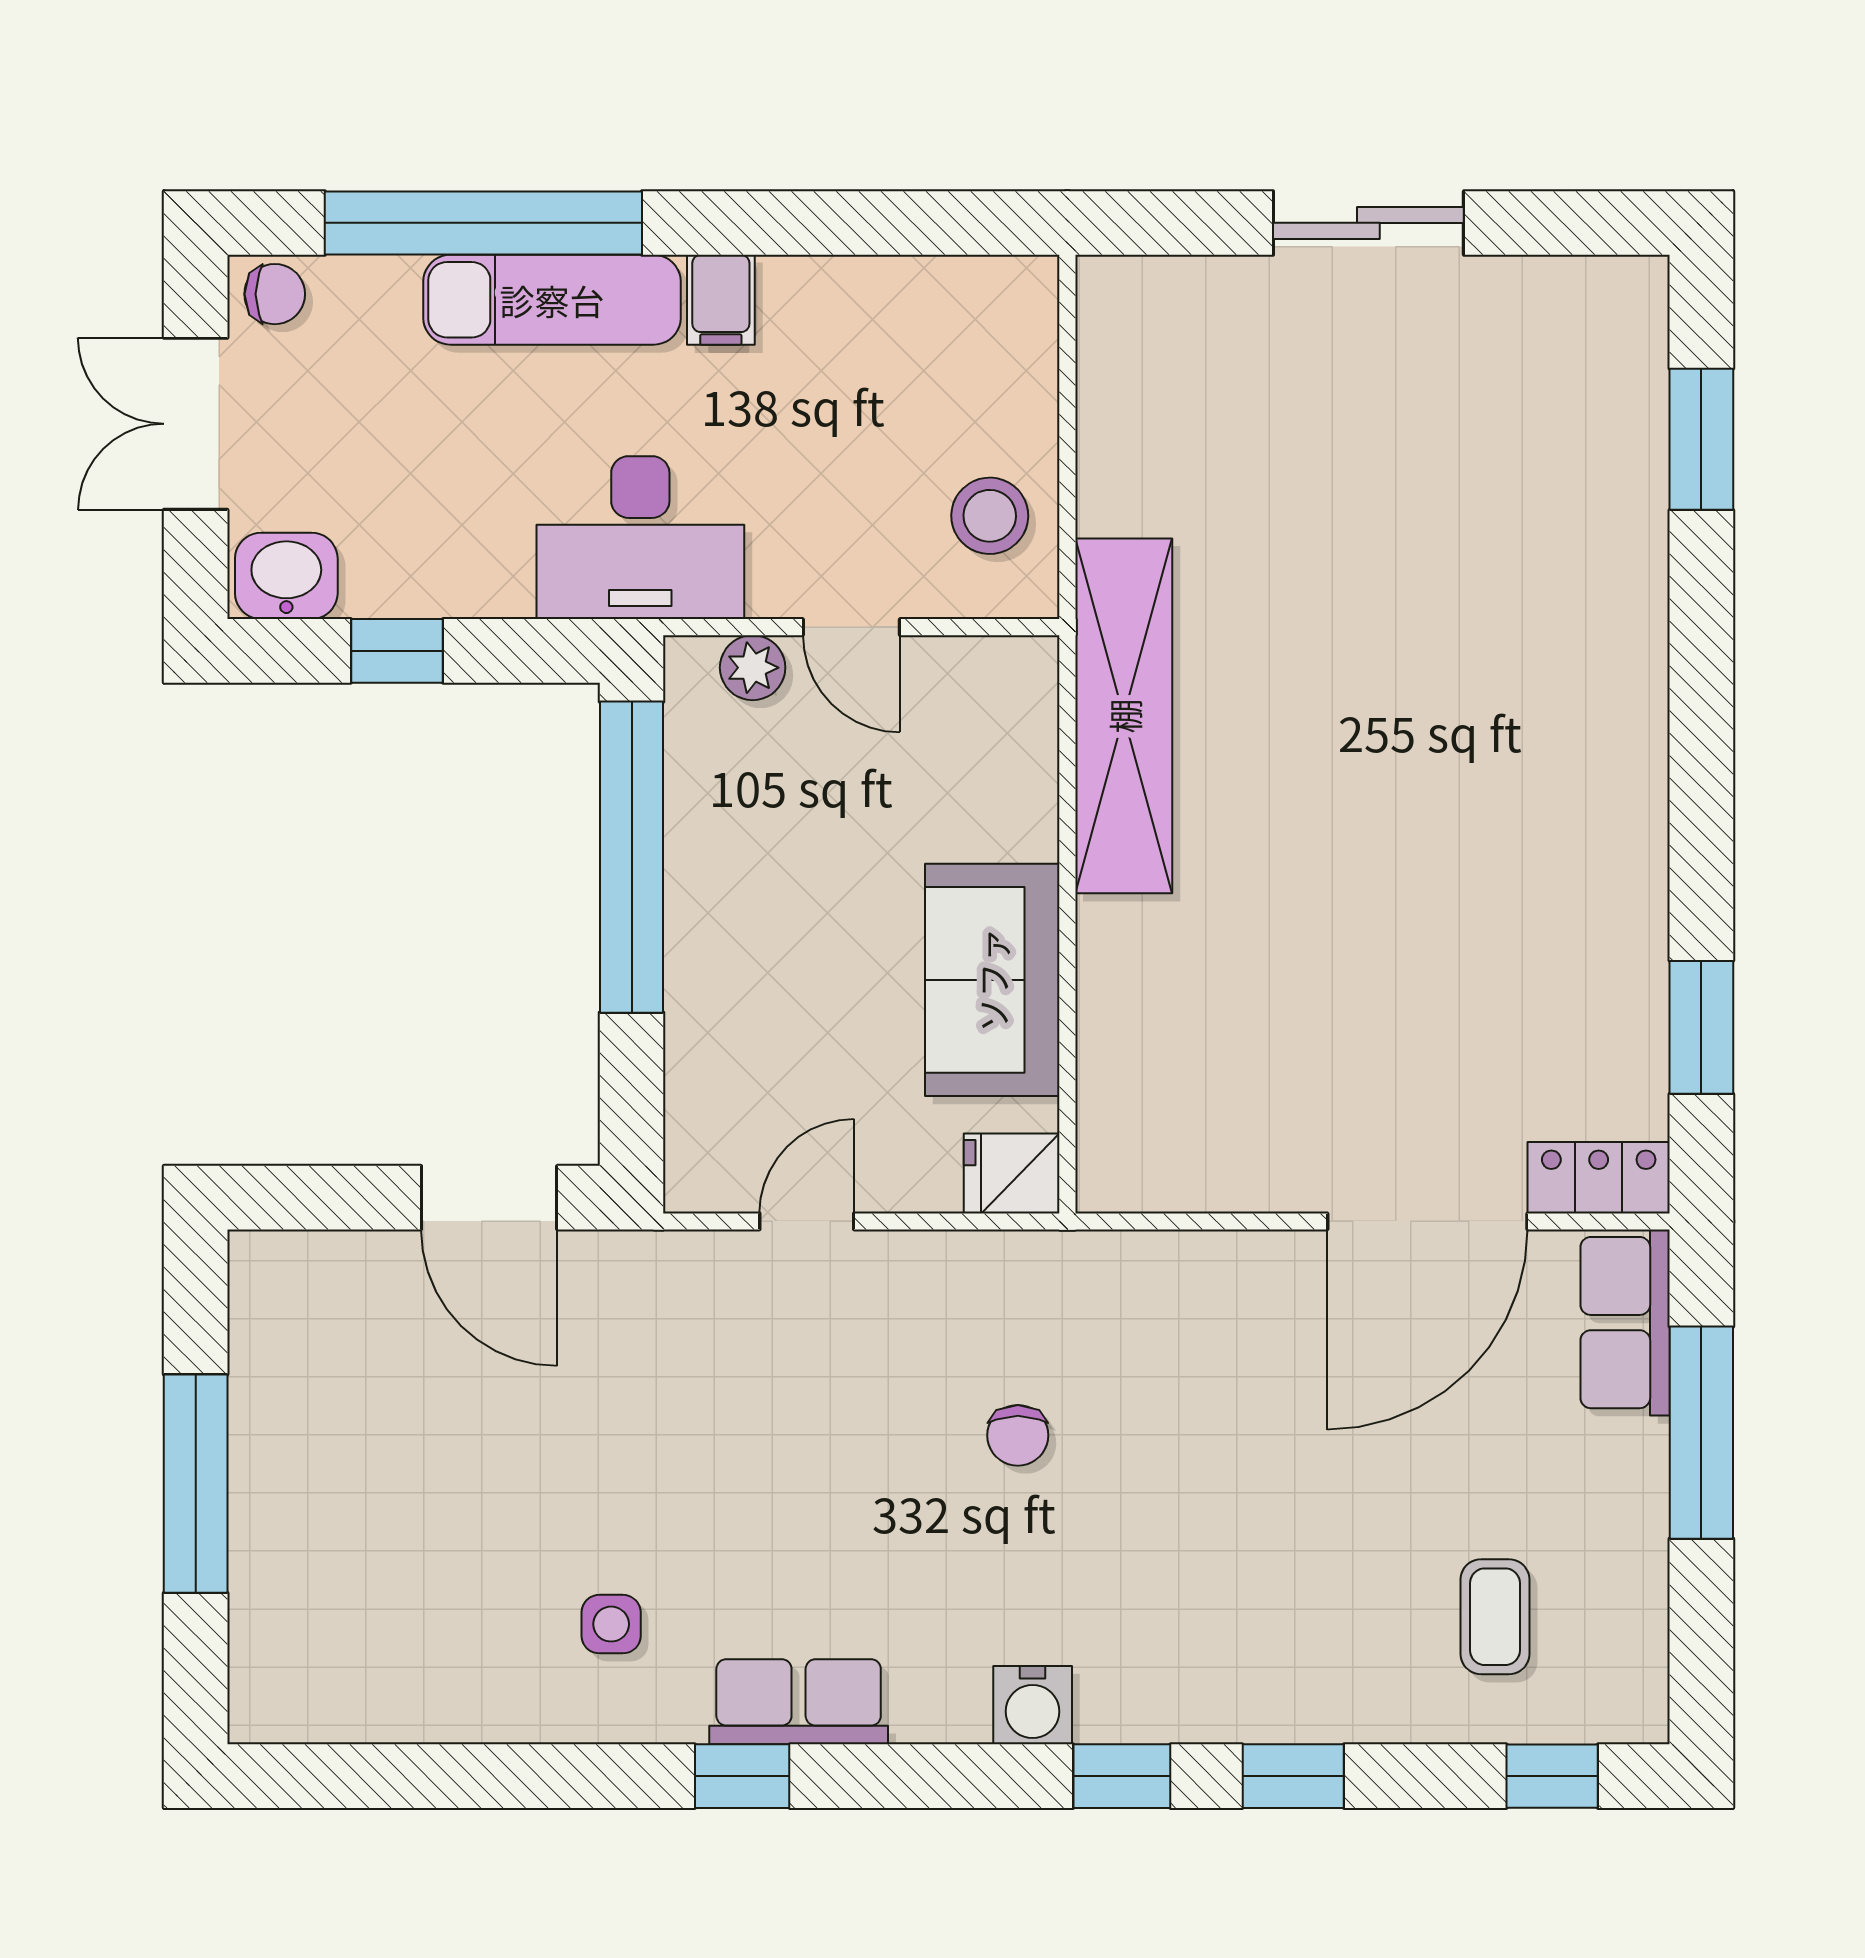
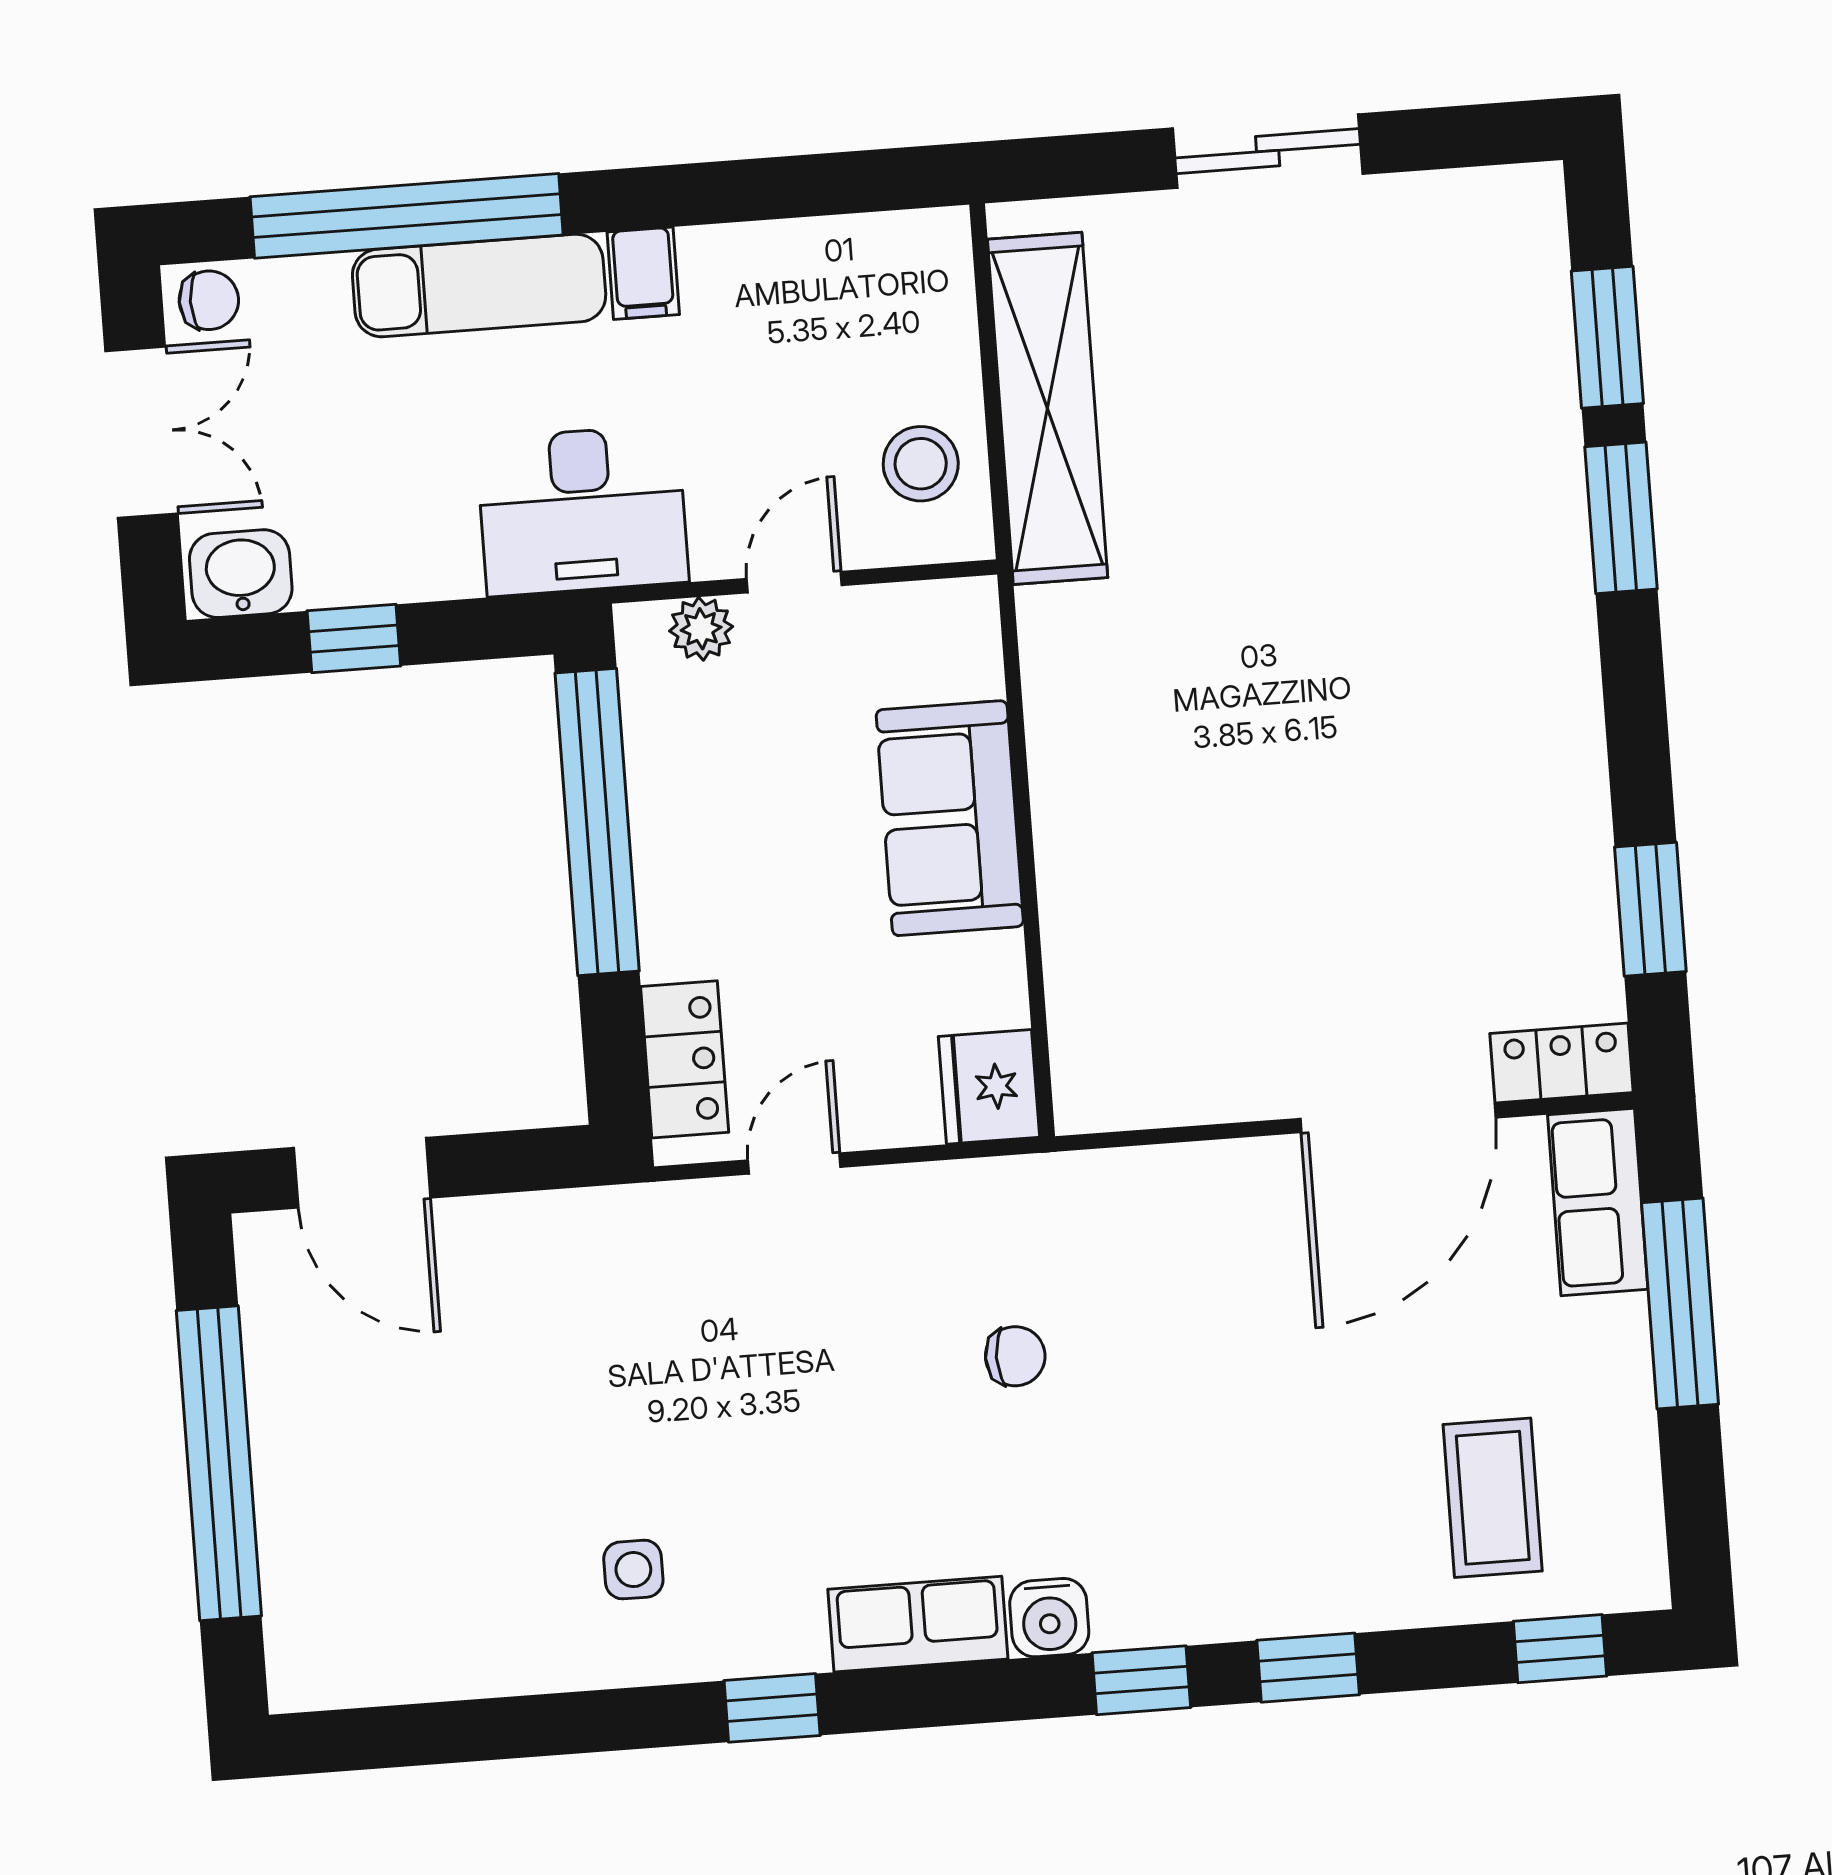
double door: (196, 424) -> (141, 432), swing flipped
window: (1701, 625) -> (1621, 518), added
door: (851, 627) -> (794, 582), swing flipped
shelving: (1124, 716) -> (1048, 408), moved
sofa: (992, 980) -> (950, 818), moved
locker: (703, 1106) -> (685, 1059), added
fridge: (1012, 1173) -> (989, 1087), width x1.38
door: (489, 1198) -> (362, 1173), moved
chair: (1018, 1435) -> (1015, 1356), turned -90
window: (196, 1484) -> (219, 1463), width x1.46
coffee table: (1495, 1617) -> (1493, 1498), width x1.36, depth x1.30
row of seats: (799, 1702) -> (918, 1624), moved

